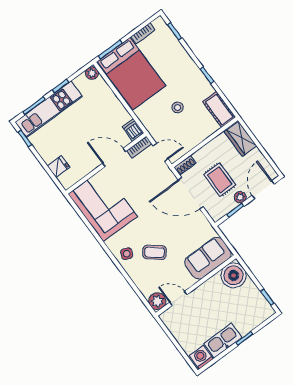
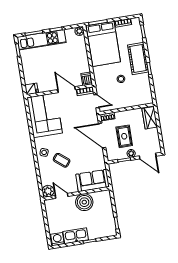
cot: (219, 109) -> (138, 58), moved, width x1.37, depth x1.34
fridge: (59, 167) -> (32, 89), moved
door: (263, 190) -> (148, 156), swing flipped
boiler: (234, 275) -> (84, 202), moved

